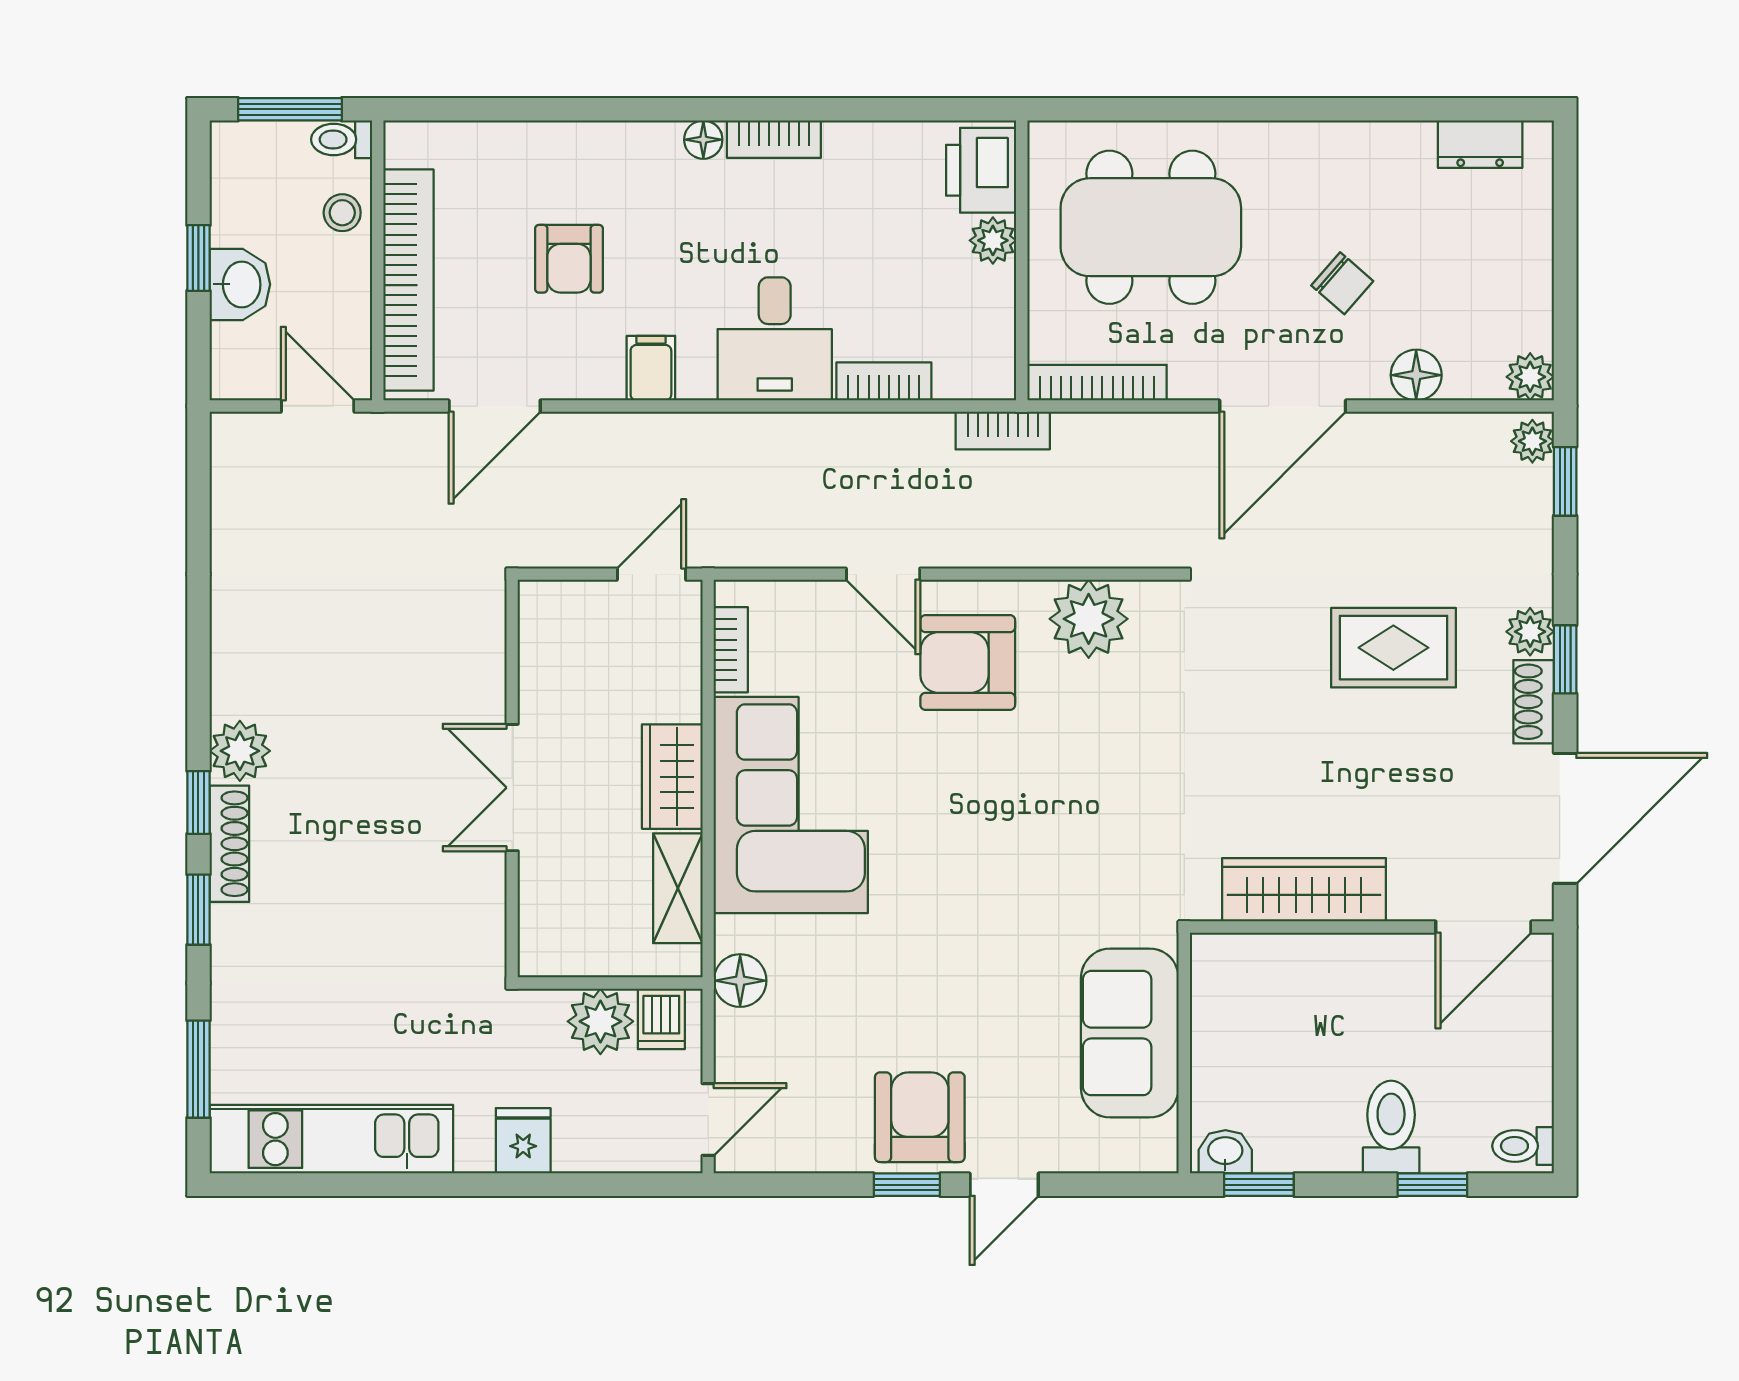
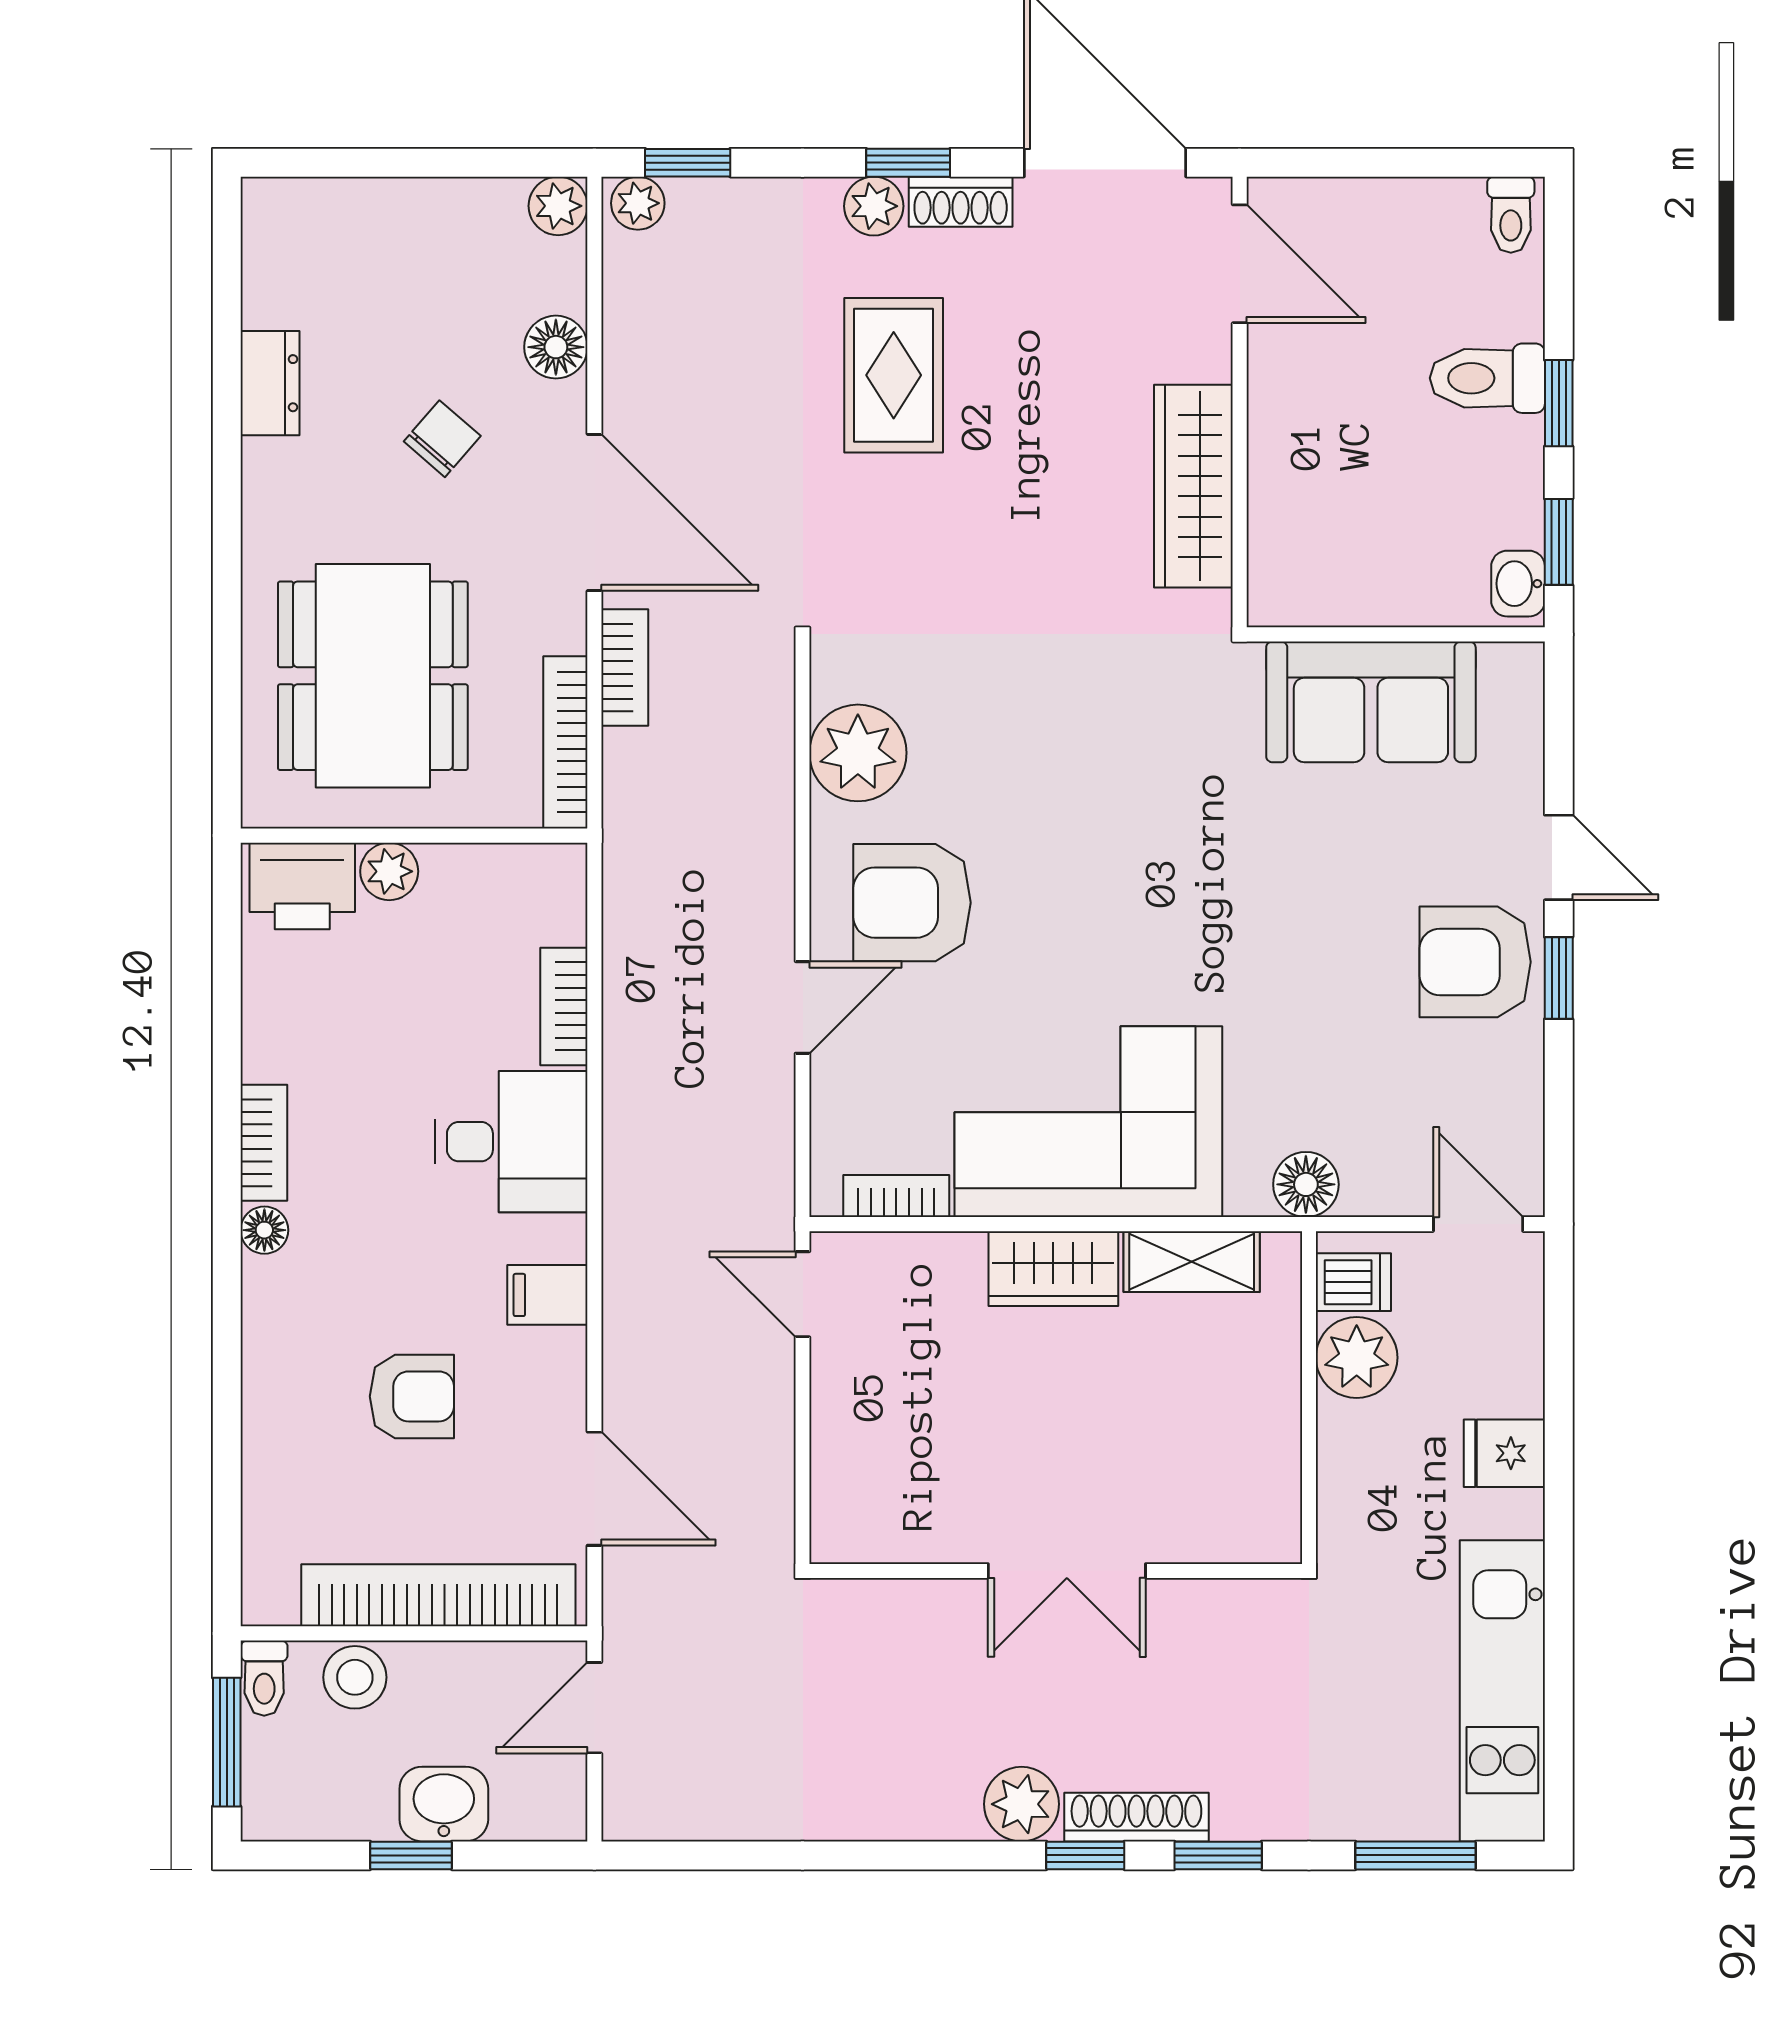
dresser: (1480, 144) -> (270, 383), moved
stool: (342, 213) -> (355, 1677), width x1.37, depth x1.37
bookcase: (1003, 431) -> (625, 668), moved
armchair: (968, 663) -> (912, 903), turned 90
wall: (512, 779) -> (1056, 1571), moved
double door: (512, 788) -> (1067, 1571), moved
window: (1432, 1185) -> (1559, 403), moved

